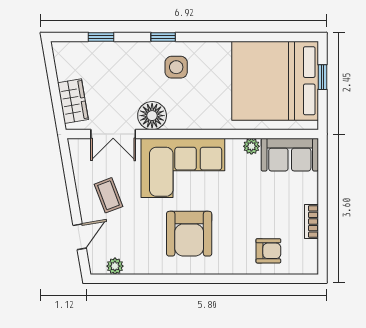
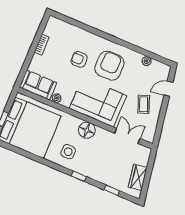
side table: (176, 67) -> (68, 152), moved
wardrobe: (73, 101) -> (138, 177), moved
floor lamp: (152, 116) -> (87, 130), moved
armchair: (268, 251) -> (79, 59), moved
plant: (115, 266) -> (147, 61), moved

